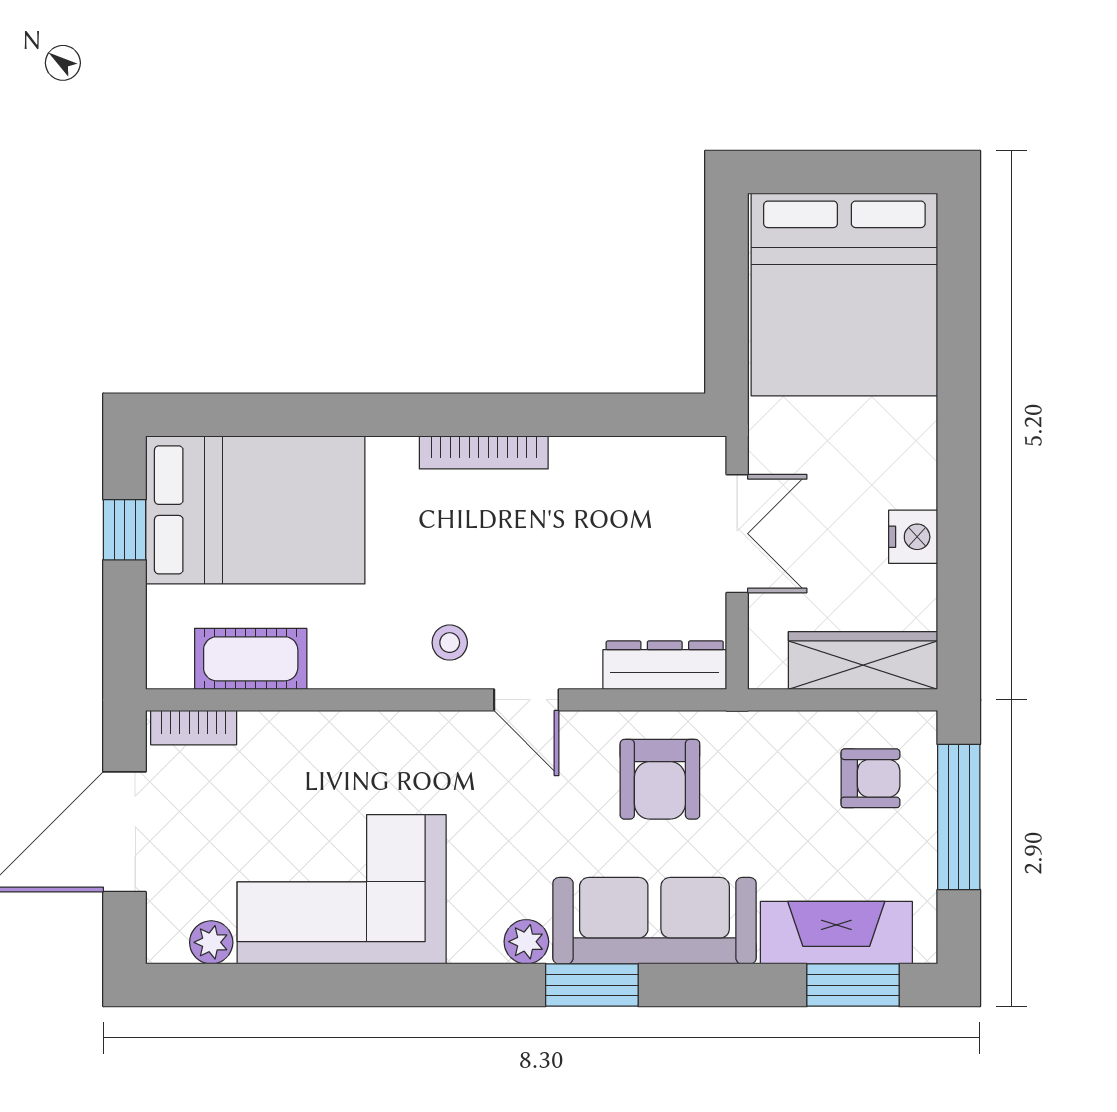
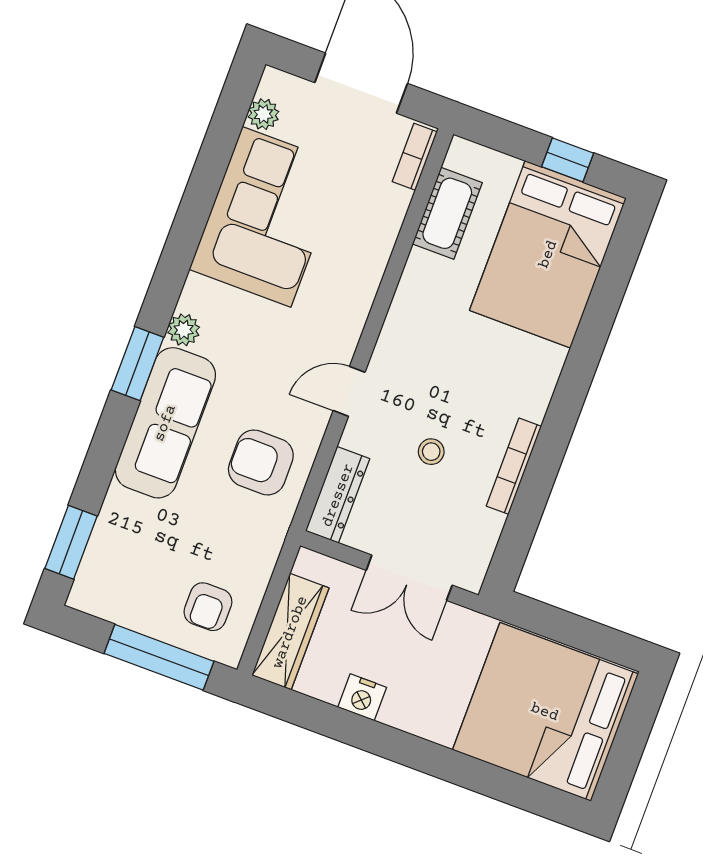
bookcase: (484, 452) -> (514, 466), moved
stool: (450, 643) -> (431, 452), moved
fireplace: (836, 933) -> (111, 544), removed

